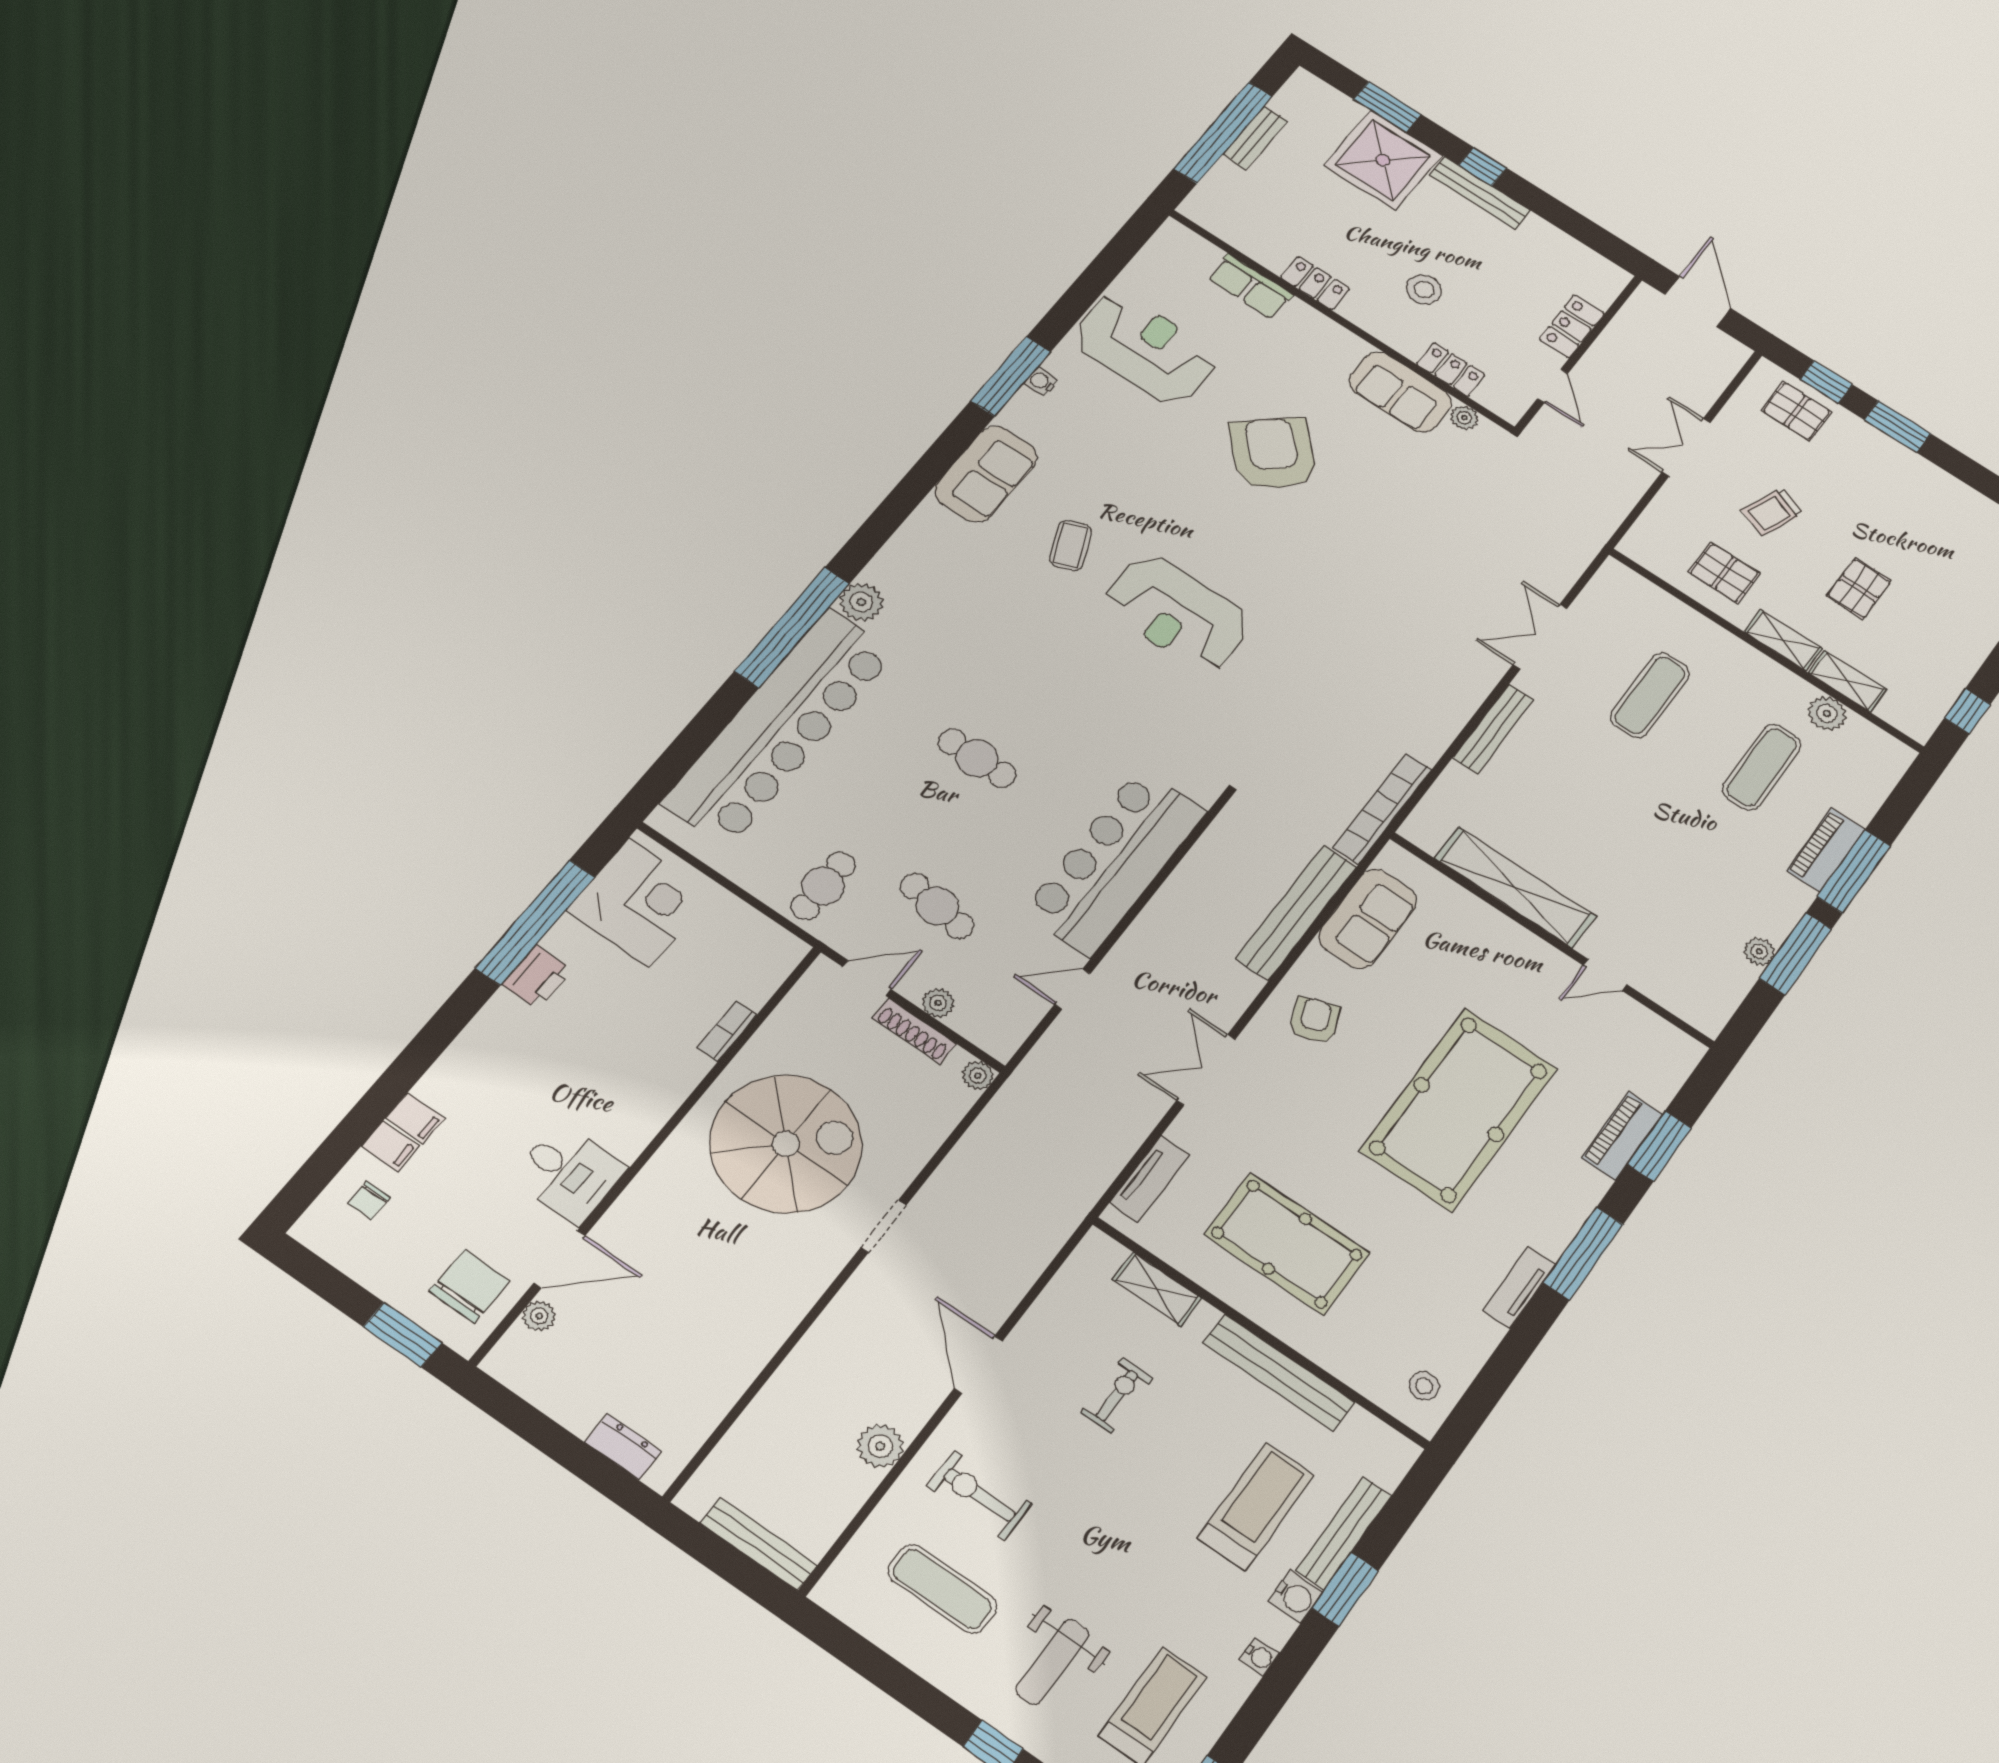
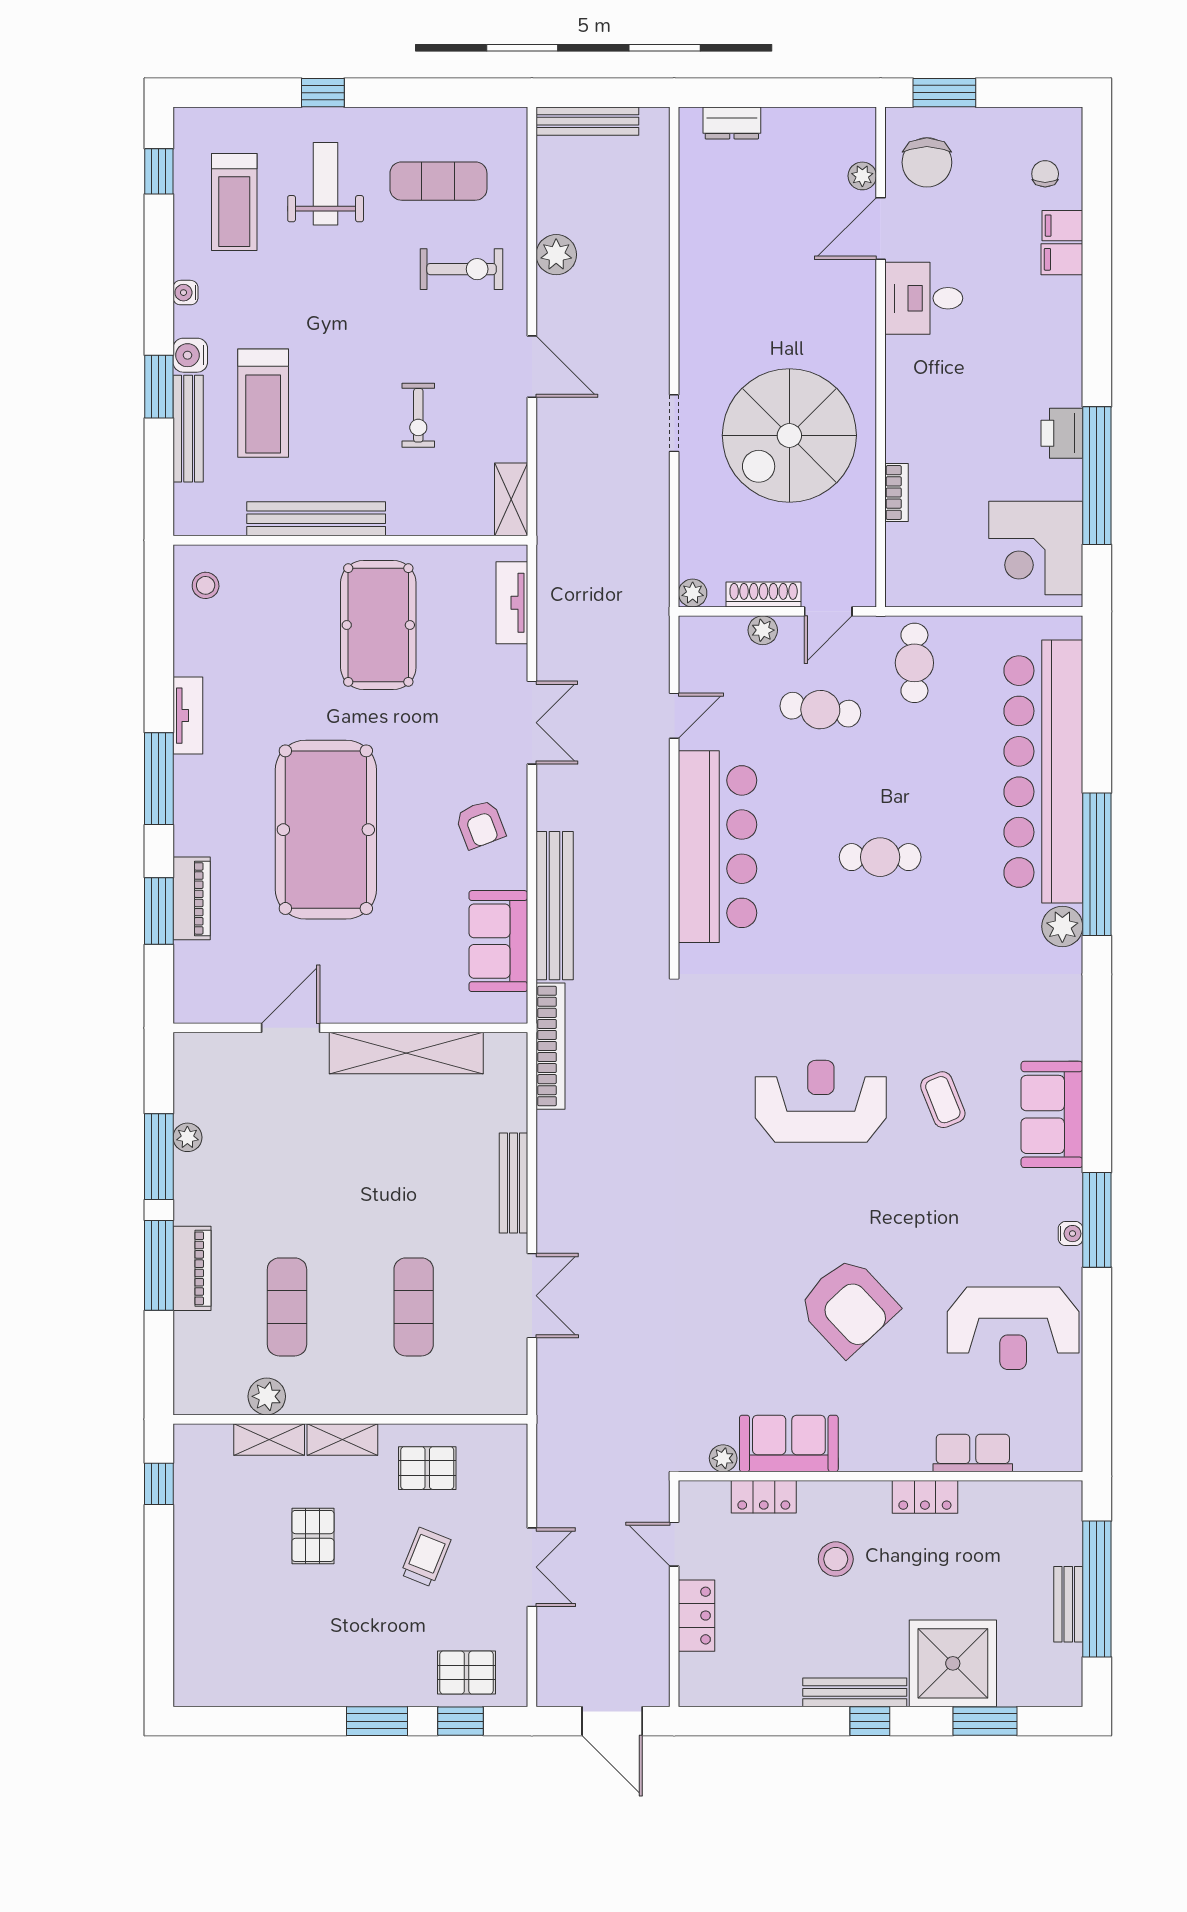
door: (1605, 975) -> (291, 1028), width x1.38
pool table: (1287, 1244) -> (378, 625), turned 90
shelving: (1157, 1289) -> (511, 499), moved, turned 90

